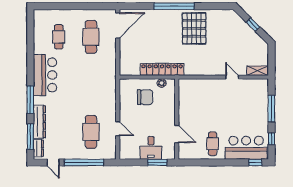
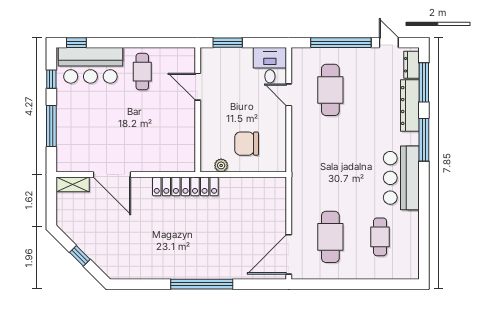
pallet: (194, 28) -> (171, 250), removed
locker: (162, 69) -> (185, 186), moved
door: (232, 77) -> (112, 175), width x1.88
desk: (151, 148) -> (270, 65), moved

